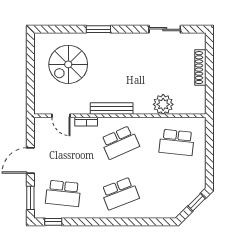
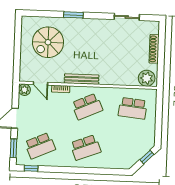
plant: (163, 104) -> (147, 78), moved
plant: (41, 125) -> (24, 90), added
school desk: (63, 193) -> (40, 146), turned -30

